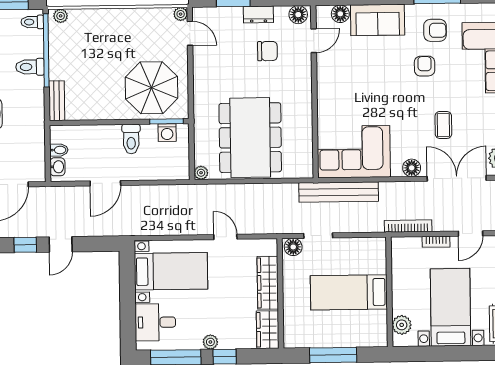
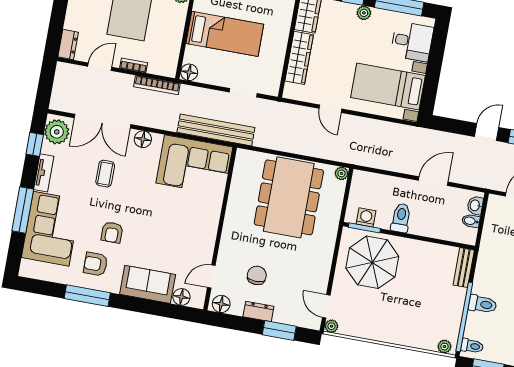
chair: (267, 51) -> (257, 275), turned 90
floor lamp: (293, 247) -> (189, 72), moved

